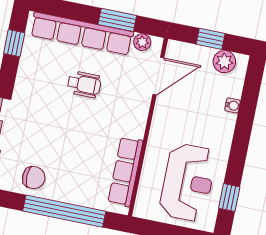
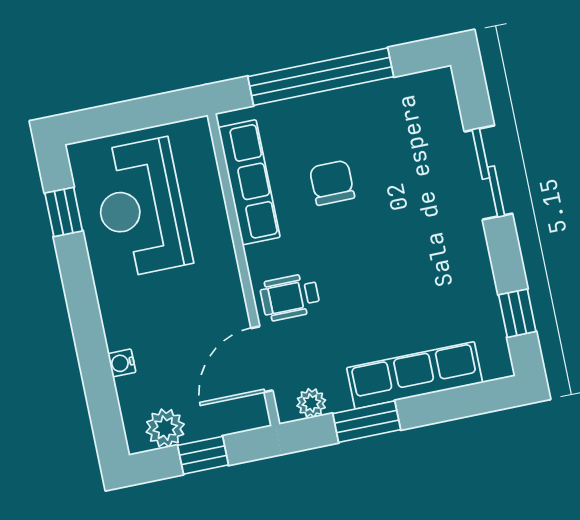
row of seats: (82, 34) -> (415, 375), width x0.73
wheelchair: (84, 84) -> (290, 297), moved
chair: (34, 178) -> (332, 183), moved, turned 90

